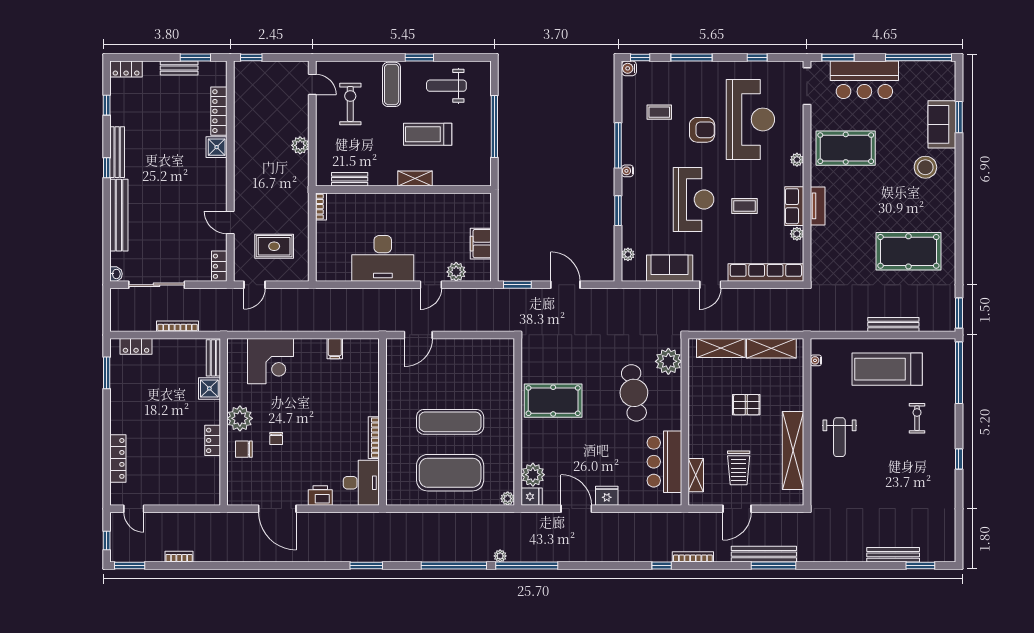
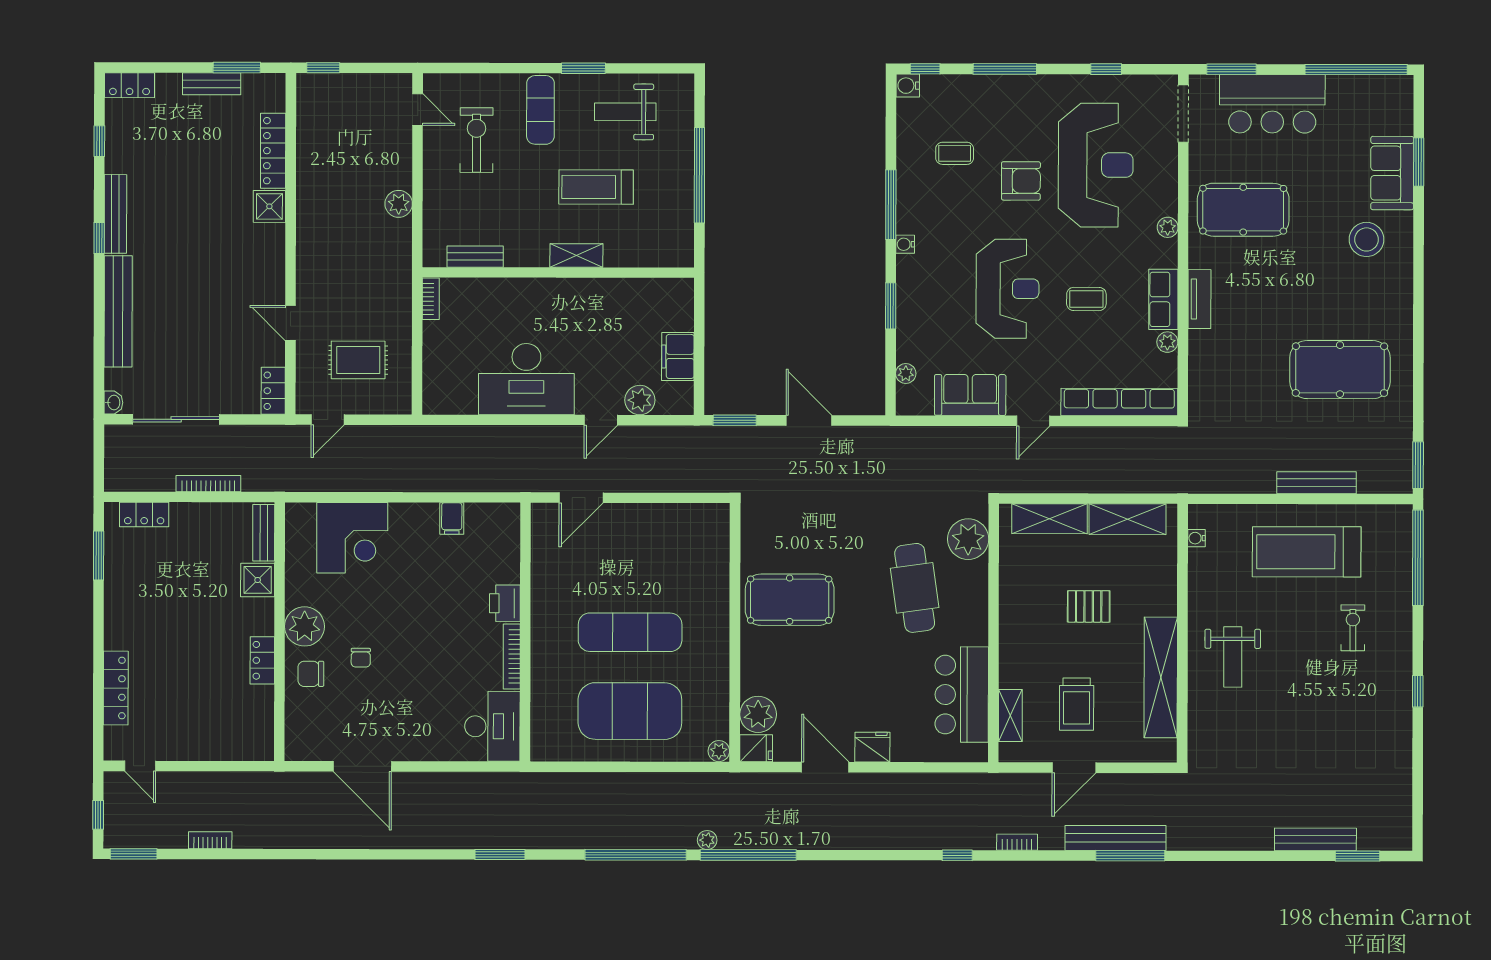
printer: (320, 496) -> (505, 603), moved, turned -90
bookcase: (693, 557) -> (1017, 842), width x0.64

